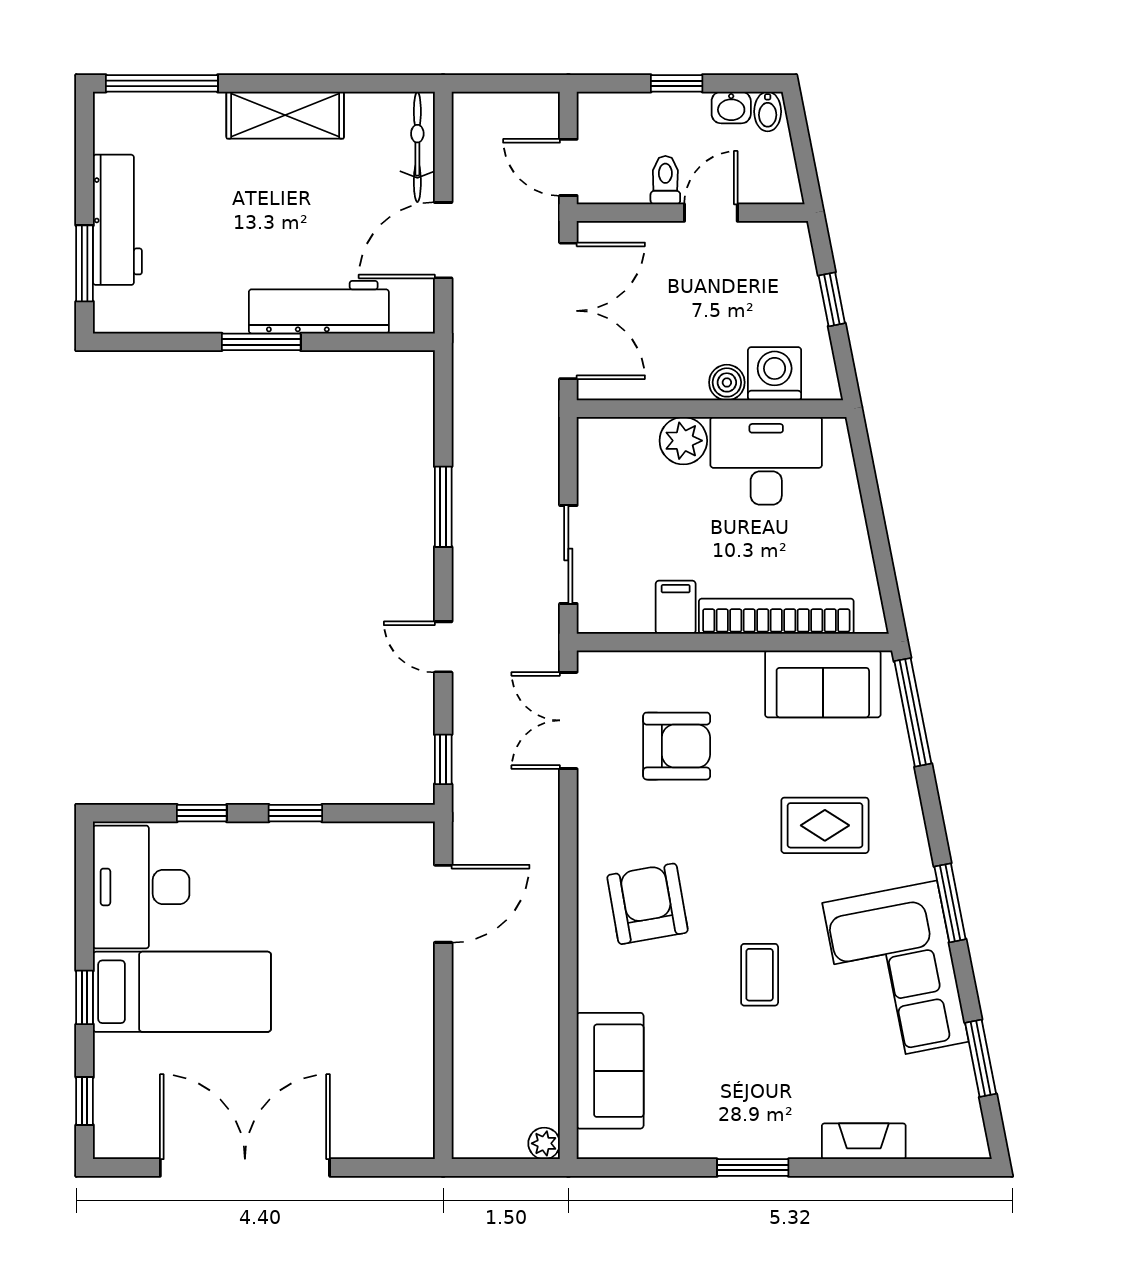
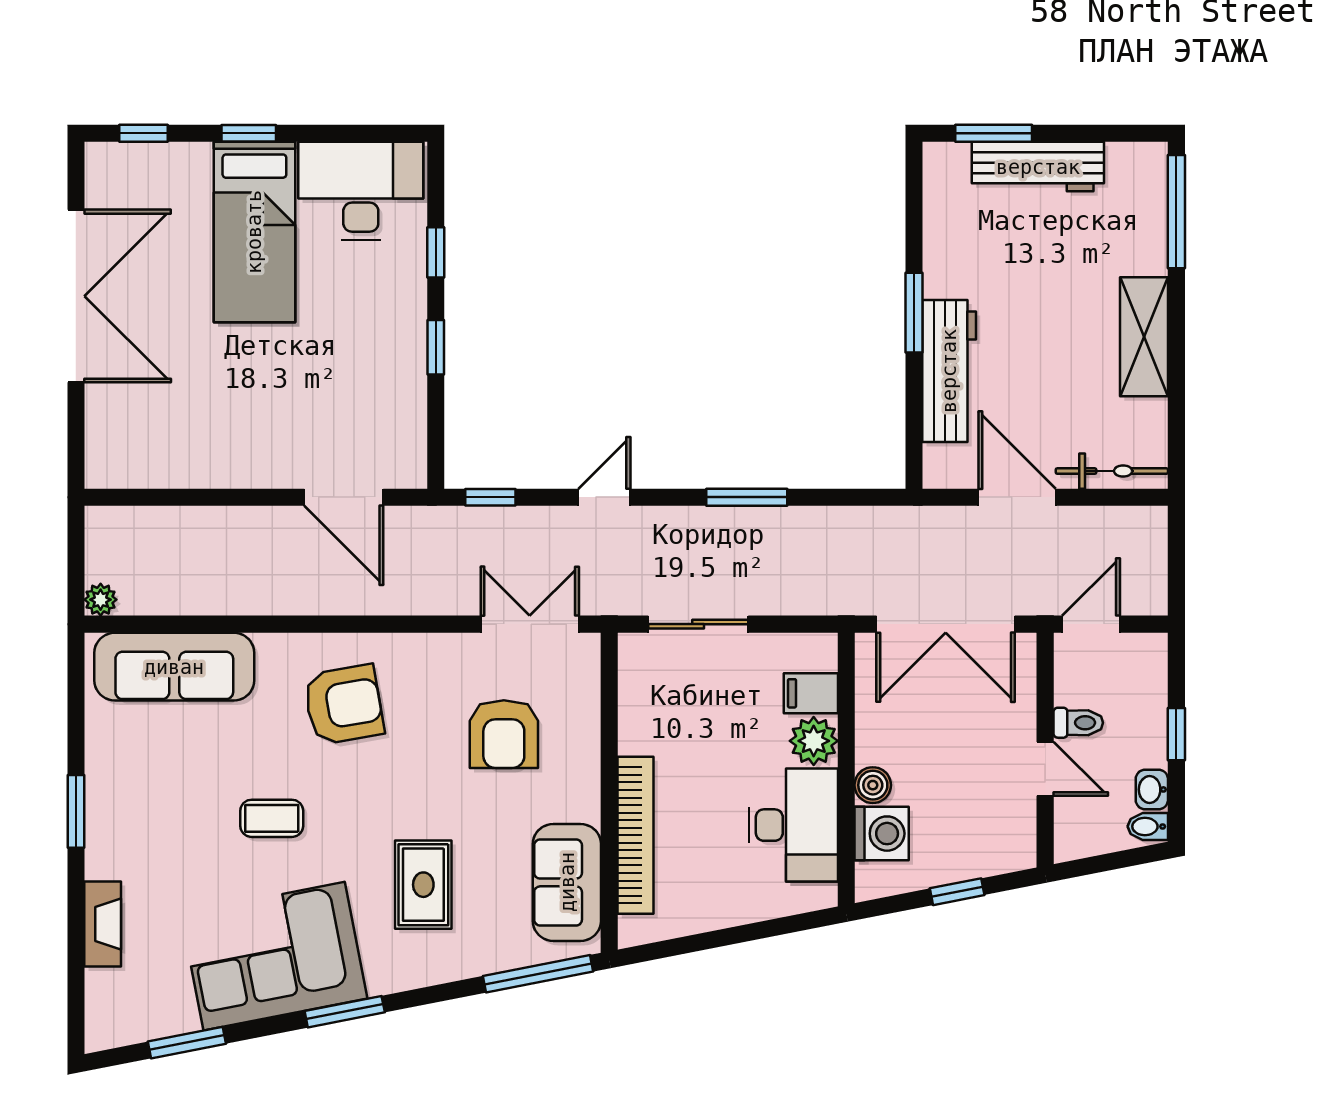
filing cabinet: (676, 607) -> (811, 693), moved, turned 180
sofa: (610, 1071) -> (174, 667), width x1.36

